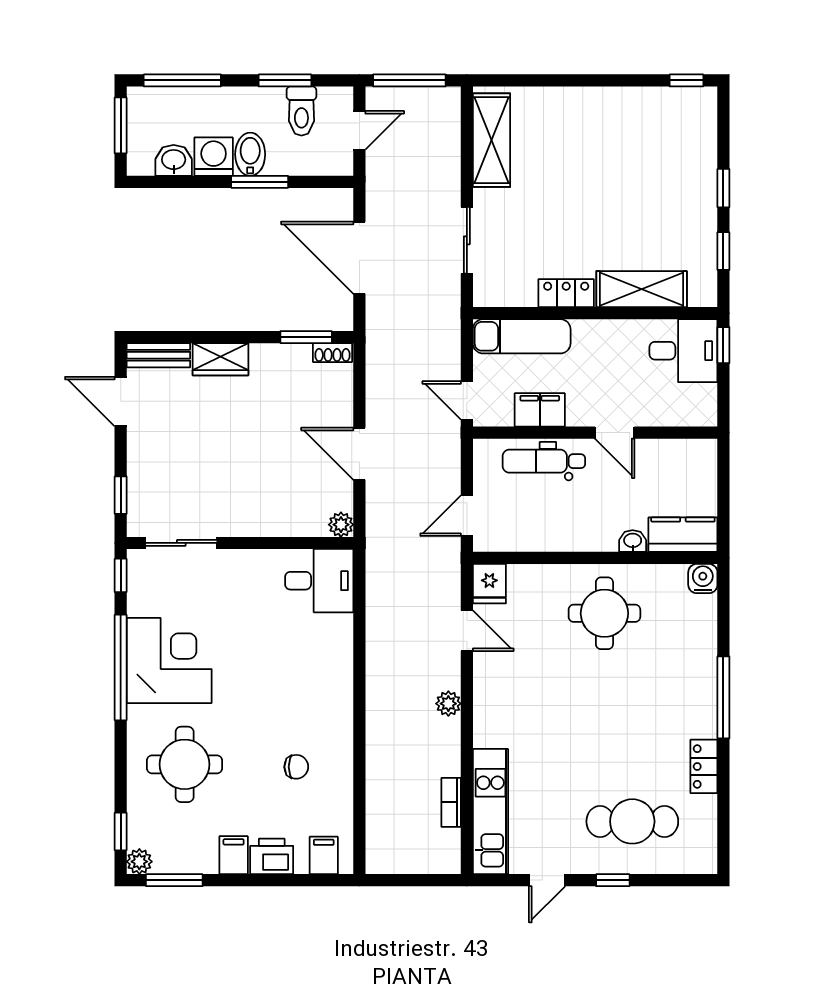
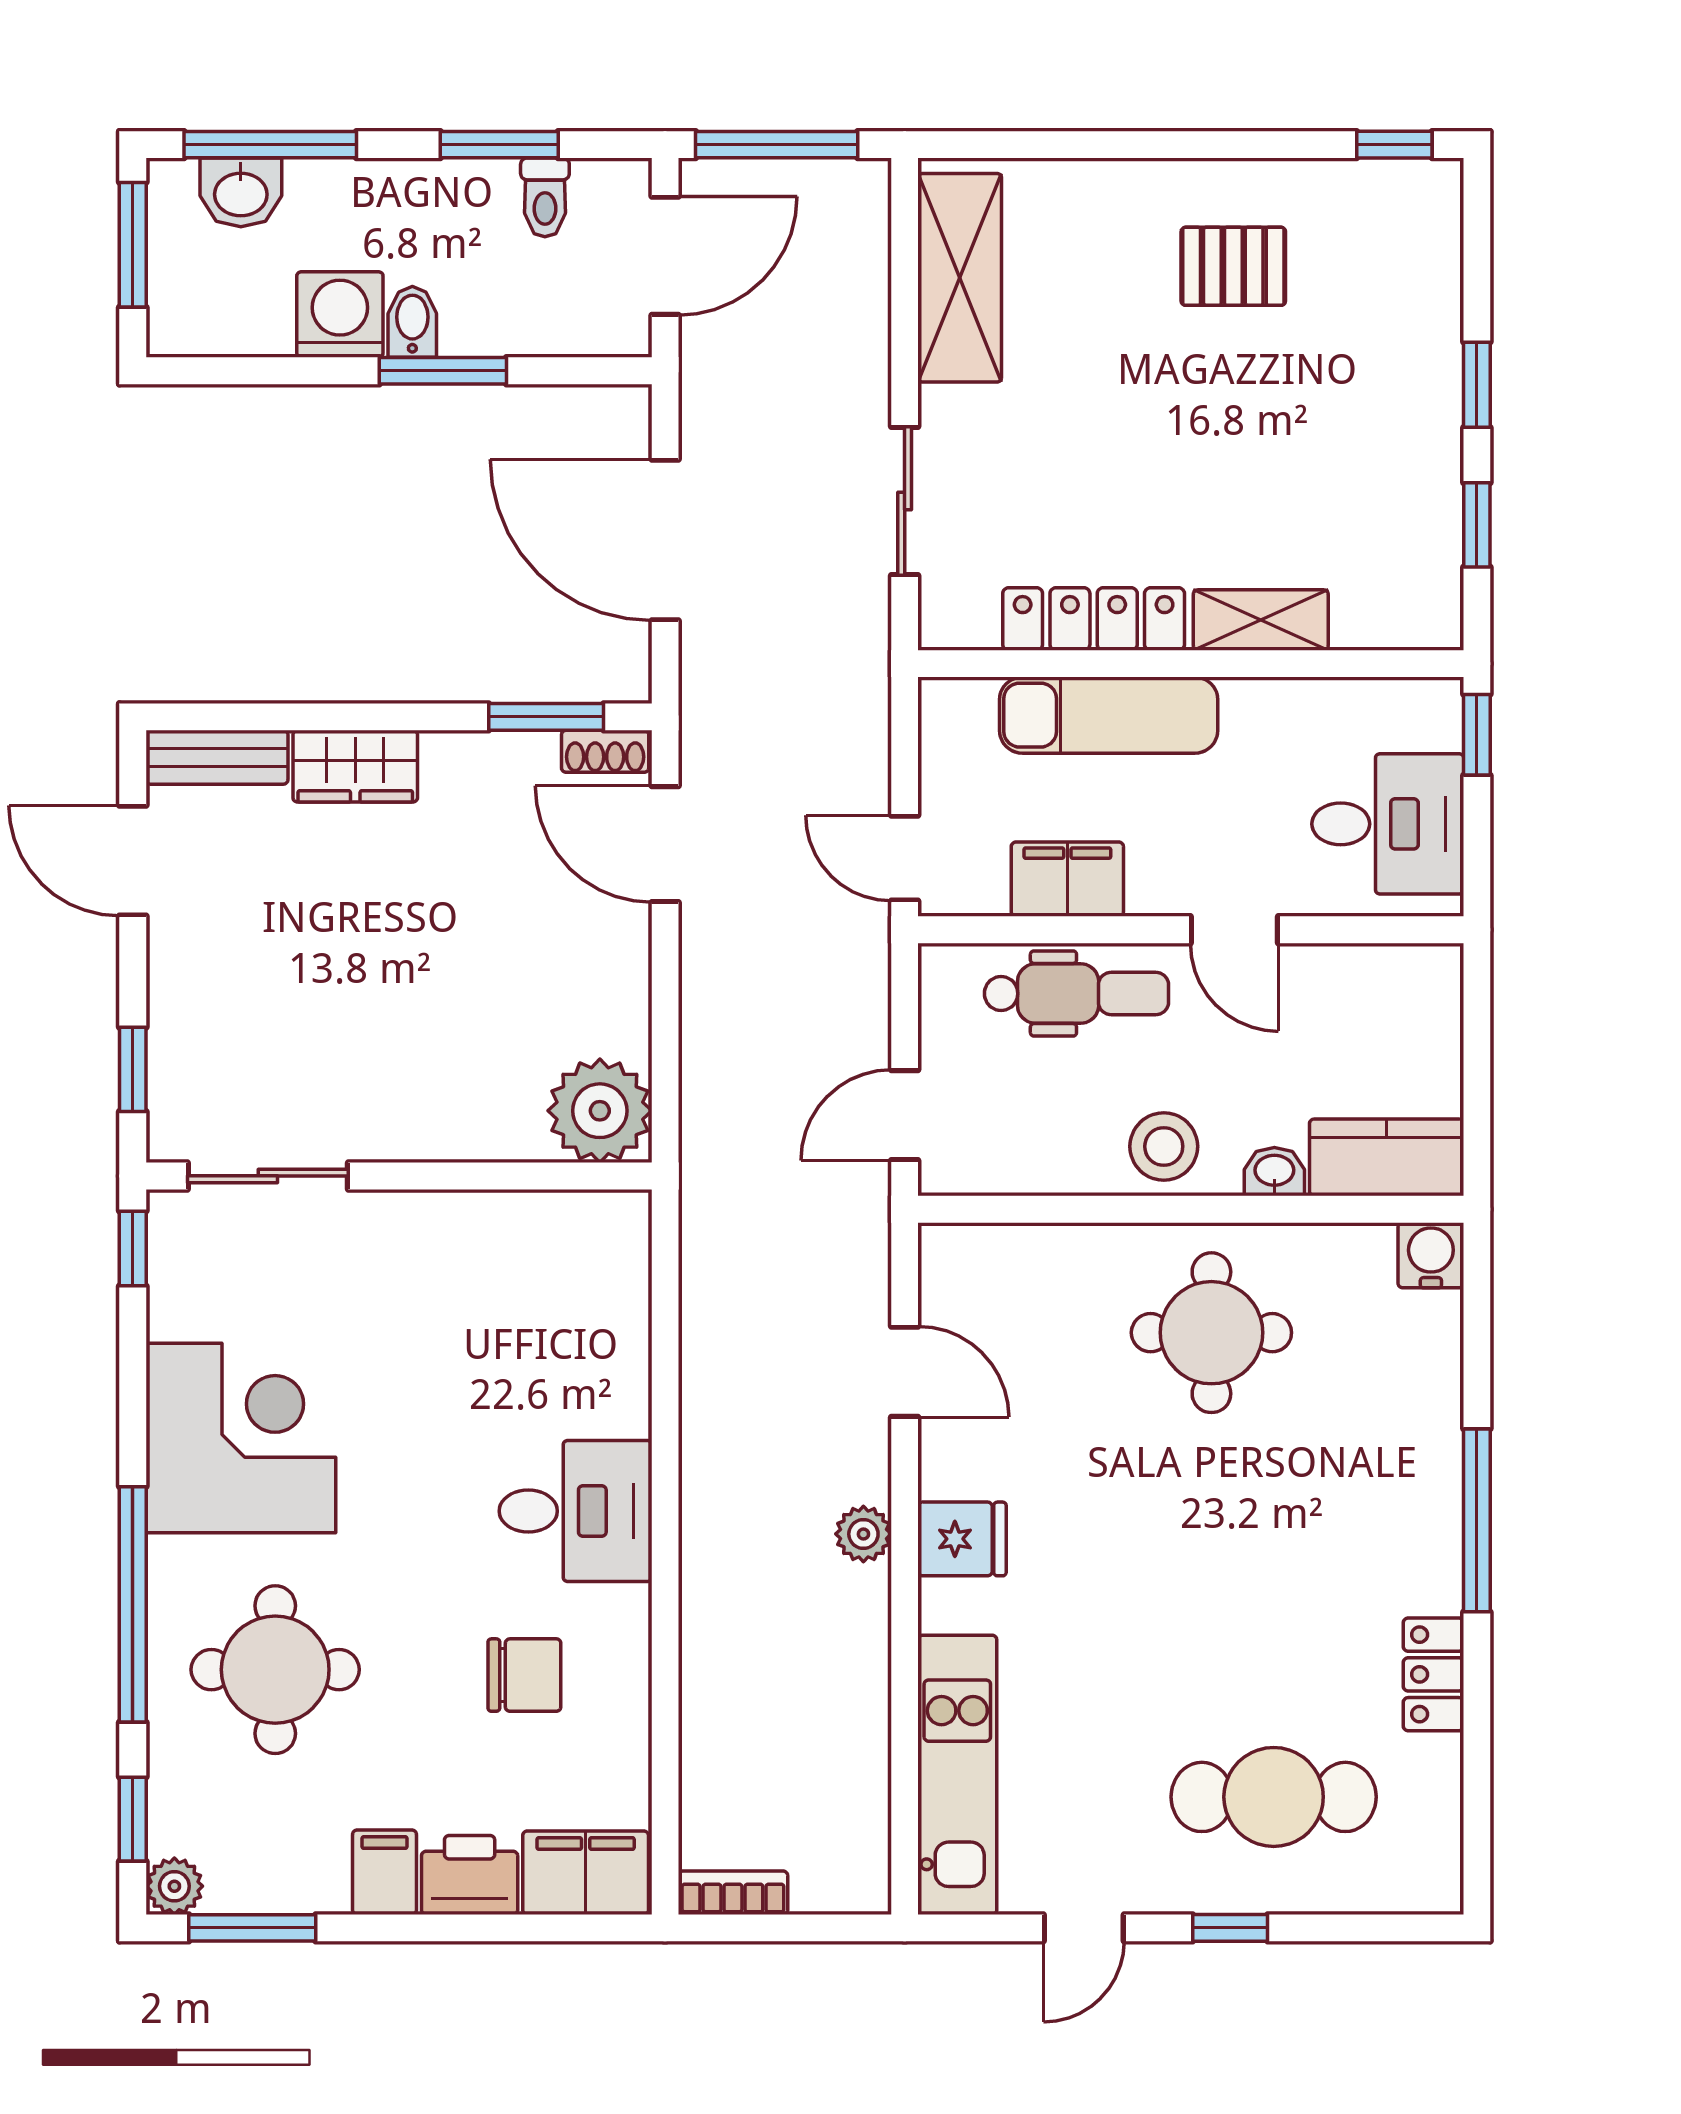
toilet: (301, 111) -> (545, 197), width x0.73, depth x0.72
door: (359, 130) -> (665, 256), width x1.38
pallet: (614, 135) -> (1233, 266), added
bidet: (250, 154) -> (412, 322), width x0.72, depth x0.74
washbasin: (174, 160) -> (241, 192), moved, turned 180
shelving: (642, 289) -> (1261, 620), width x0.67, depth x0.75
locker: (566, 293) -> (1094, 619), width x1.53
exam couch: (522, 336) -> (1109, 715), moved
desk: (683, 351) -> (1388, 824), moved
door: (359, 454) -> (665, 844), moved
dental chair: (544, 461) -> (1076, 994), turned 180
plant: (341, 525) -> (600, 1111), width x1.87, depth x1.87
stool: (583, 530) -> (1164, 1146), added
desk: (319, 581) -> (576, 1511), moved
fridge: (489, 584) -> (962, 1539), moved, turned -90
window: (121, 667) -> (133, 1604), moved
chair: (296, 767) -> (524, 1675), width x1.37, depth x1.37
bookcase: (451, 802) -> (733, 1893), moved, turned 90
filing cabinet: (324, 855) -> (586, 1873), width x2.00

